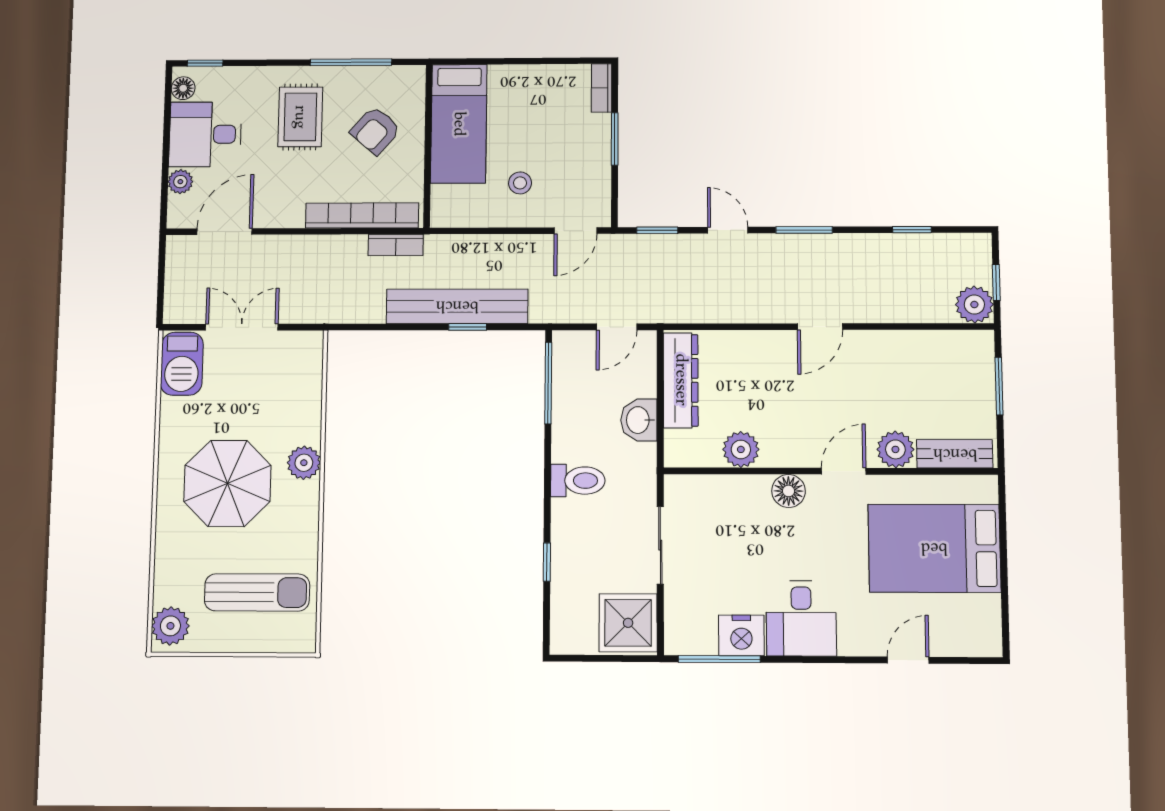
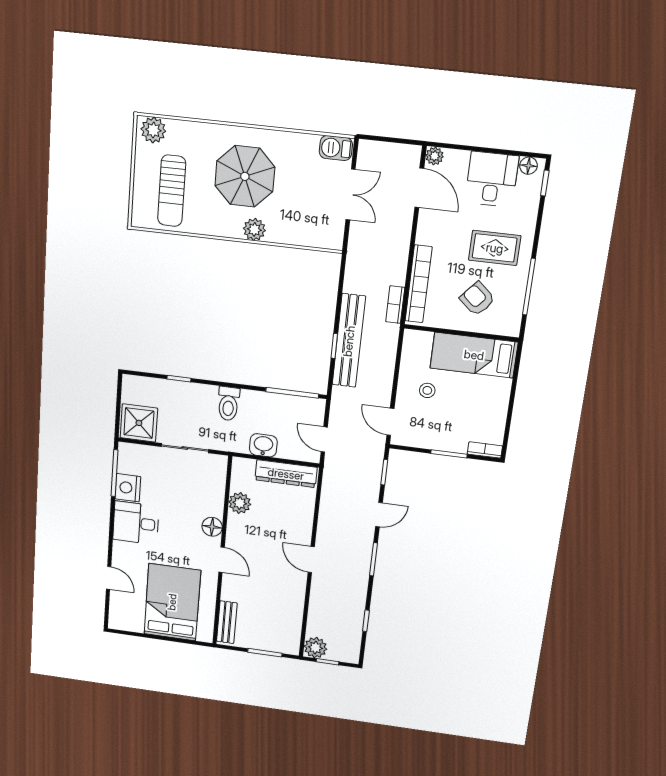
plant: (180, 182) -> (435, 156), moved
barbecue: (182, 364) -> (336, 148), width x0.73, depth x0.79
plant: (895, 449) -> (232, 590), removed

